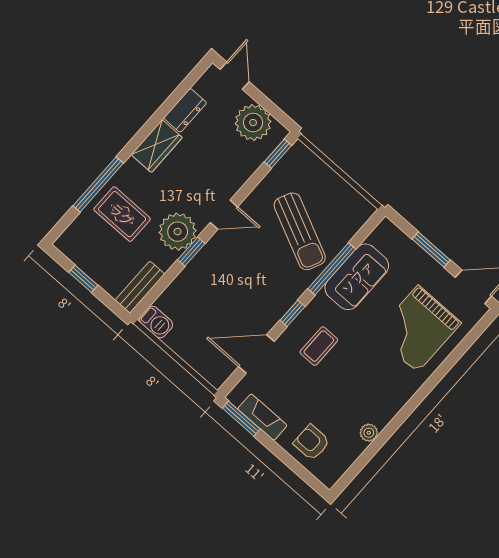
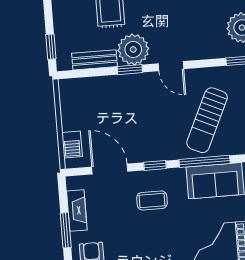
window: (83, 279) -> (51, 47), moved
bench: (140, 287) -> (94, 60), moved
barbecue: (156, 322) -> (72, 144), moved
window: (241, 419) -> (66, 230), moved

